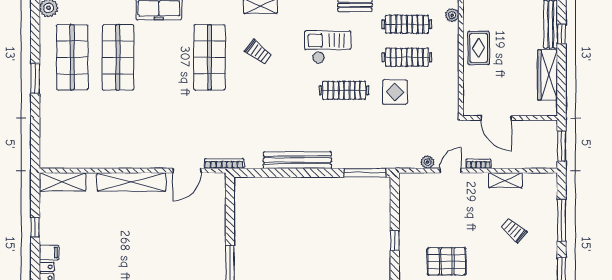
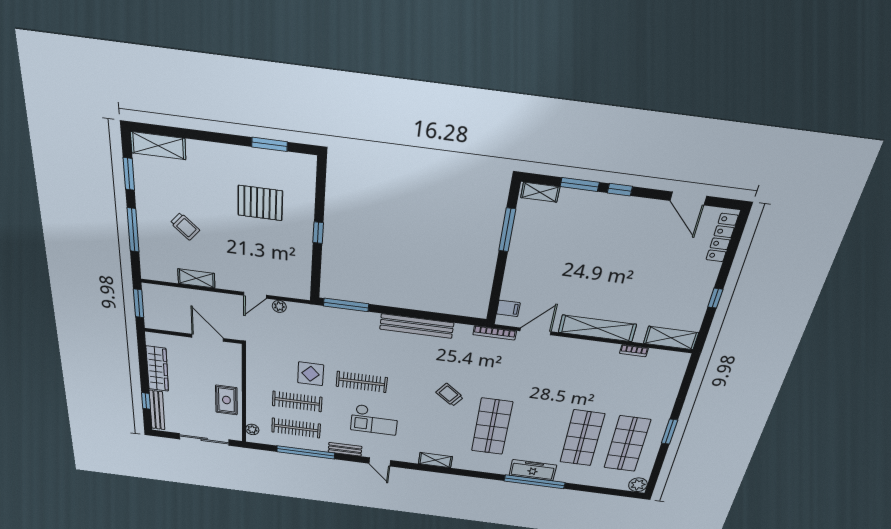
trolley: (258, 52) -> (450, 395), moved
bookcase: (478, 164) -> (634, 351), moved
filing cabinet: (49, 253) -> (508, 308), moved, turned 180

